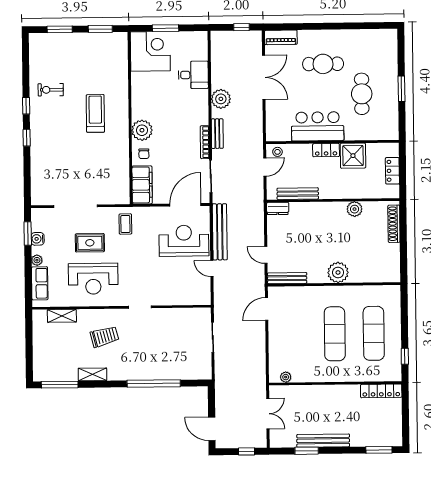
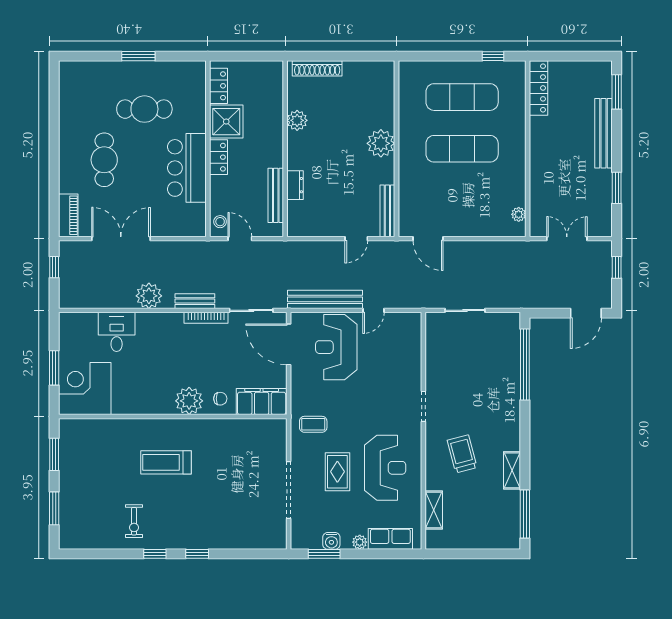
locker: (392, 171) -> (219, 86), moved, turned -90
dresser: (278, 208) -> (295, 185), moved
window: (154, 383) -> (525, 365), moved
bench: (323, 441) -> (603, 133), moved

